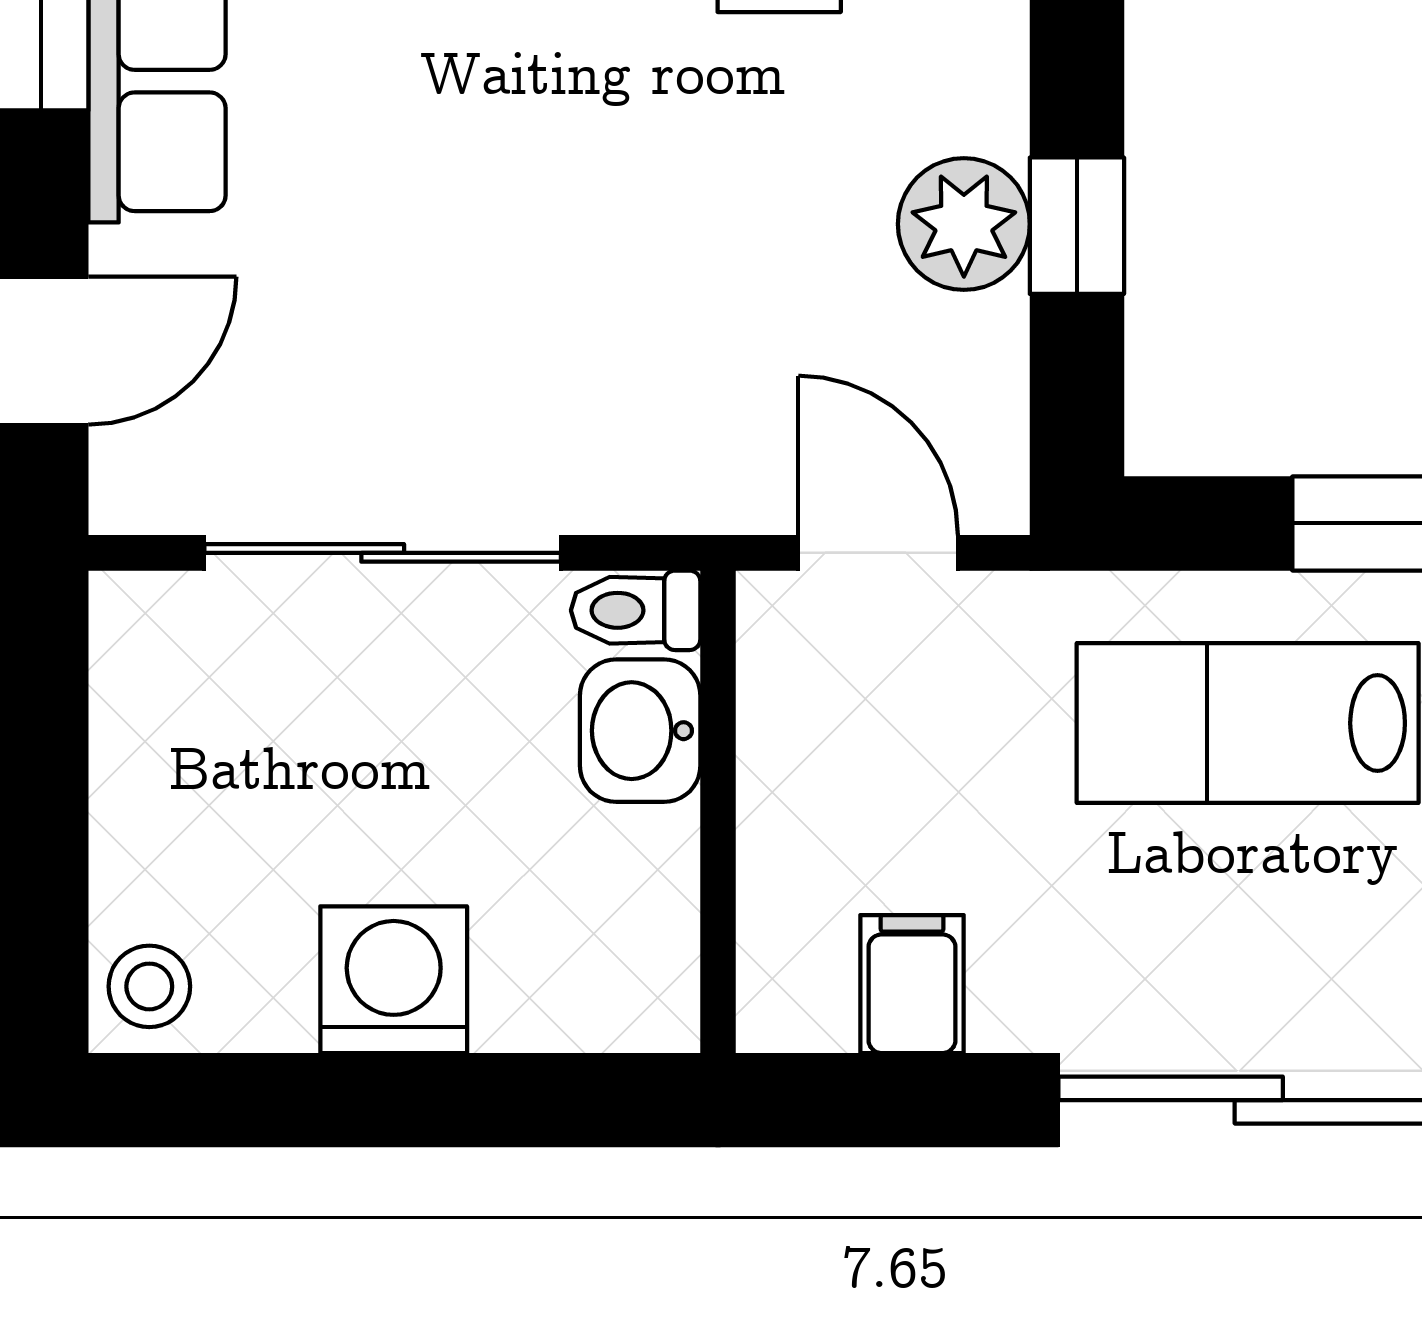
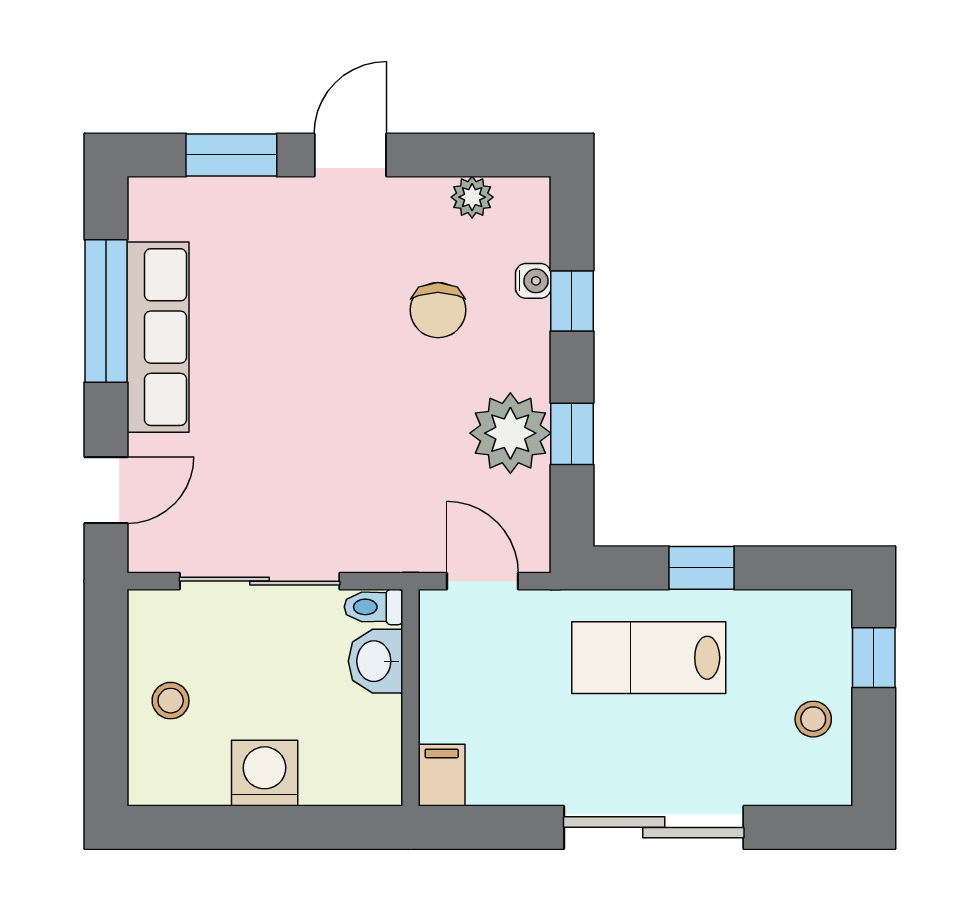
plant: (964, 224) -> (510, 433), width x1.36, depth x1.36
filing cabinet: (912, 984) -> (442, 775), moved
stool: (149, 986) -> (171, 701), moved

